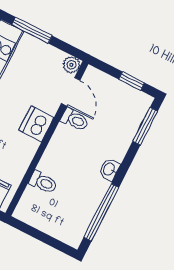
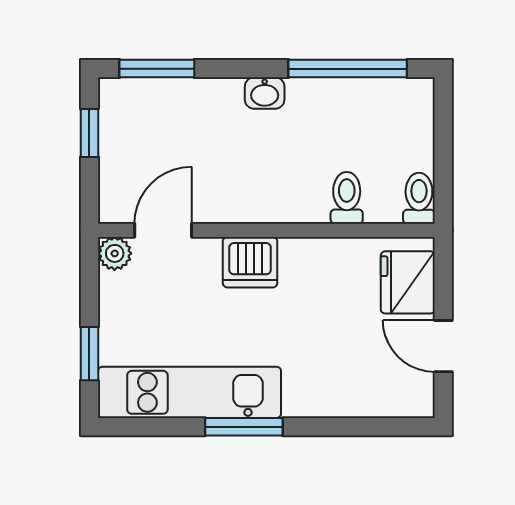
window: (32, 30) -> (89, 354), width x0.67
toilet: (75, 120) -> (419, 198), moved

